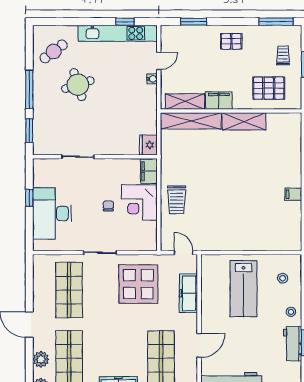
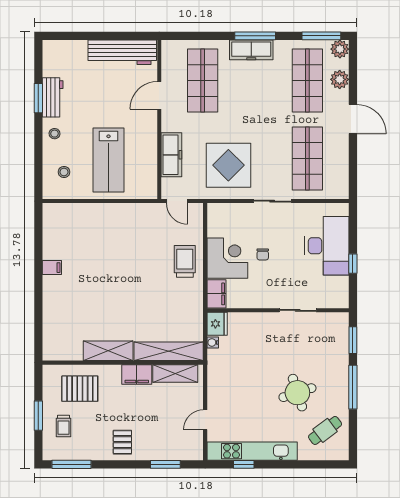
pallet: (231, 41) -> (122, 442), turned 90
water cooler: (152, 79) -> (213, 342), moved
lab bench: (244, 289) -> (108, 160), turned 180

